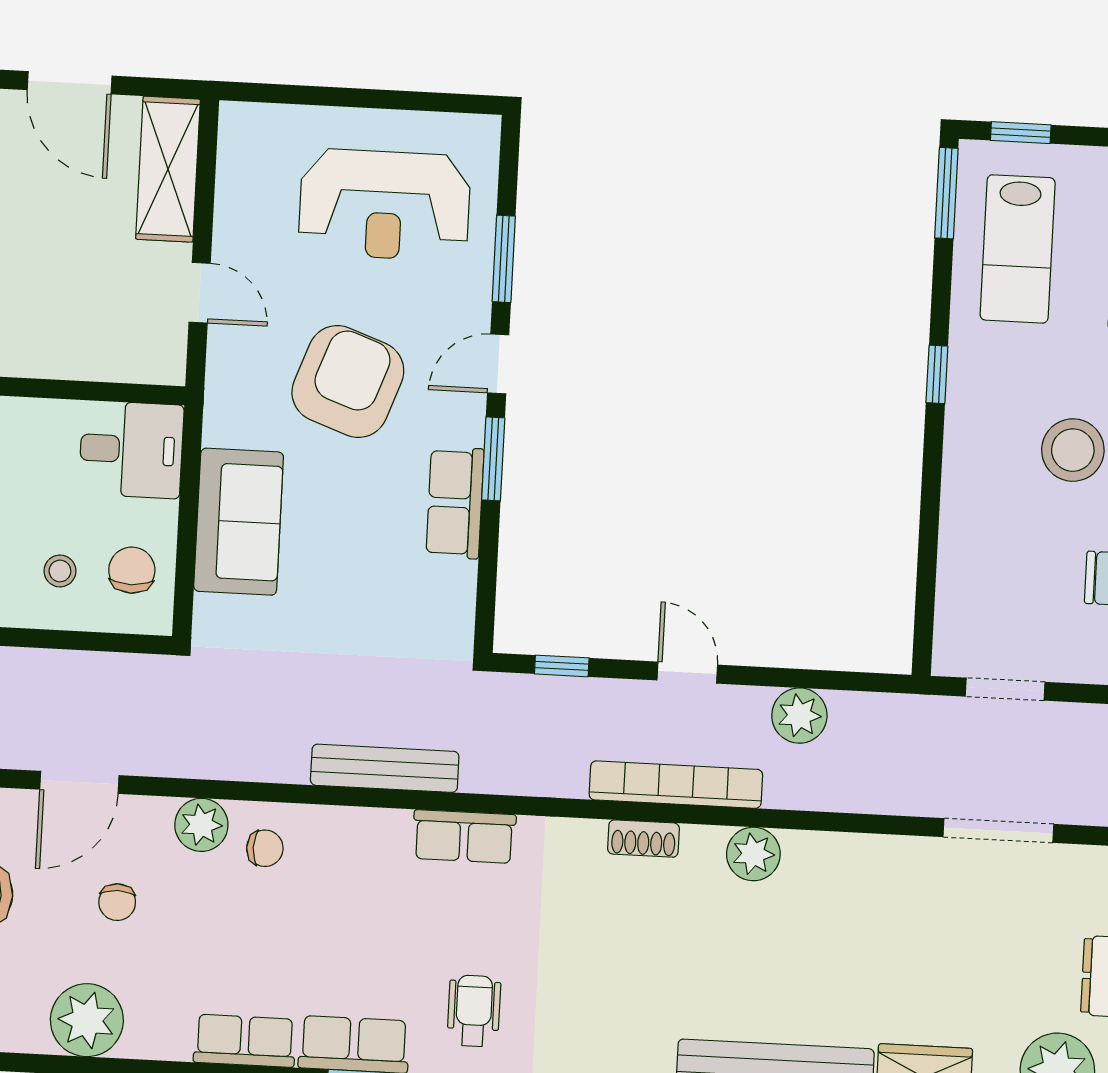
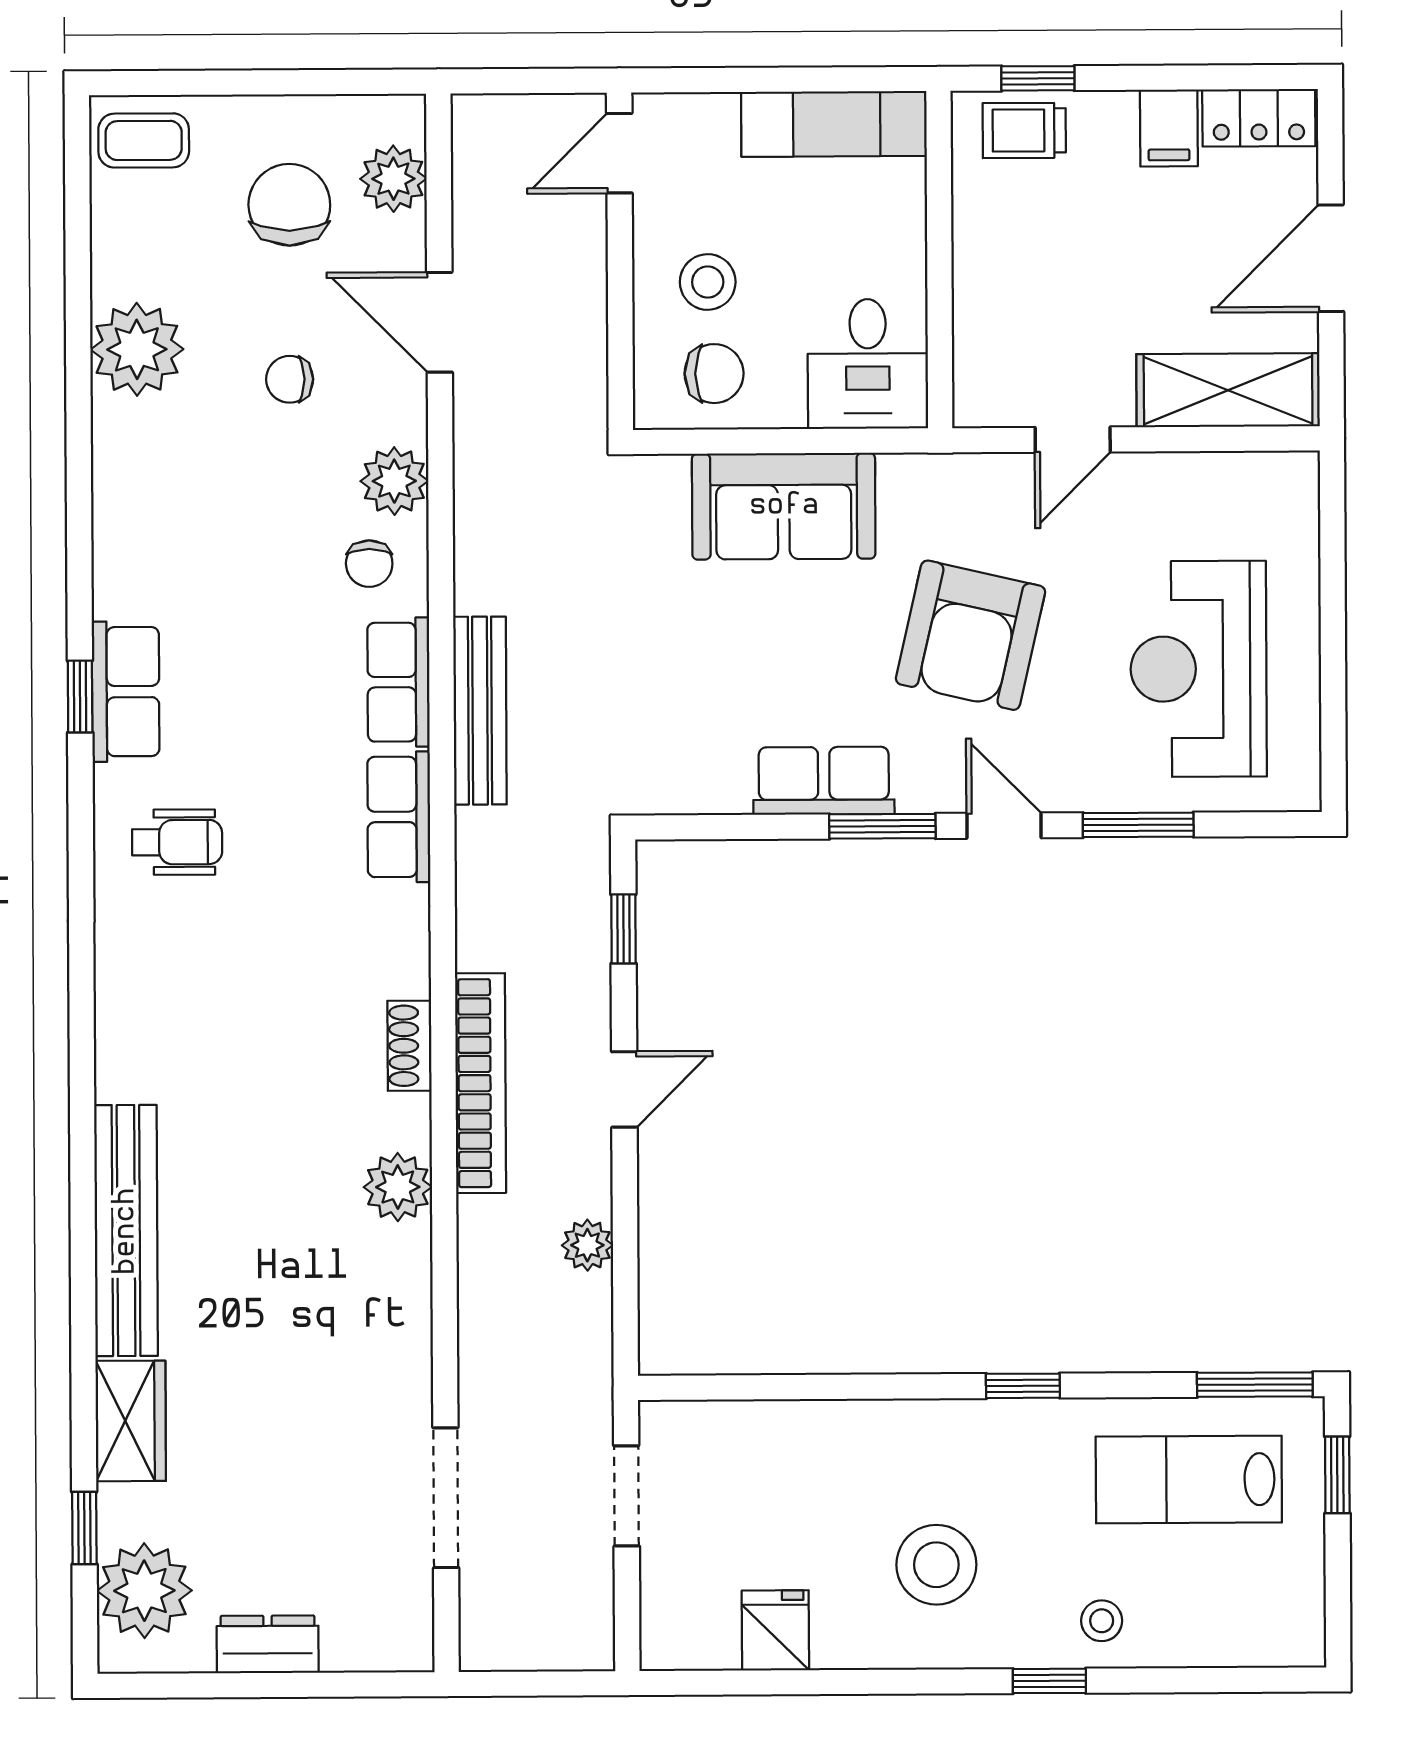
armchair: (348, 382) -> (970, 635), turned 83
stool: (60, 571) -> (708, 282), width x1.37, depth x1.37
plant: (799, 716) -> (587, 1245), width x0.73, depth x0.73
row of seats: (245, 1041) -> (399, 682), moved, turned 180

